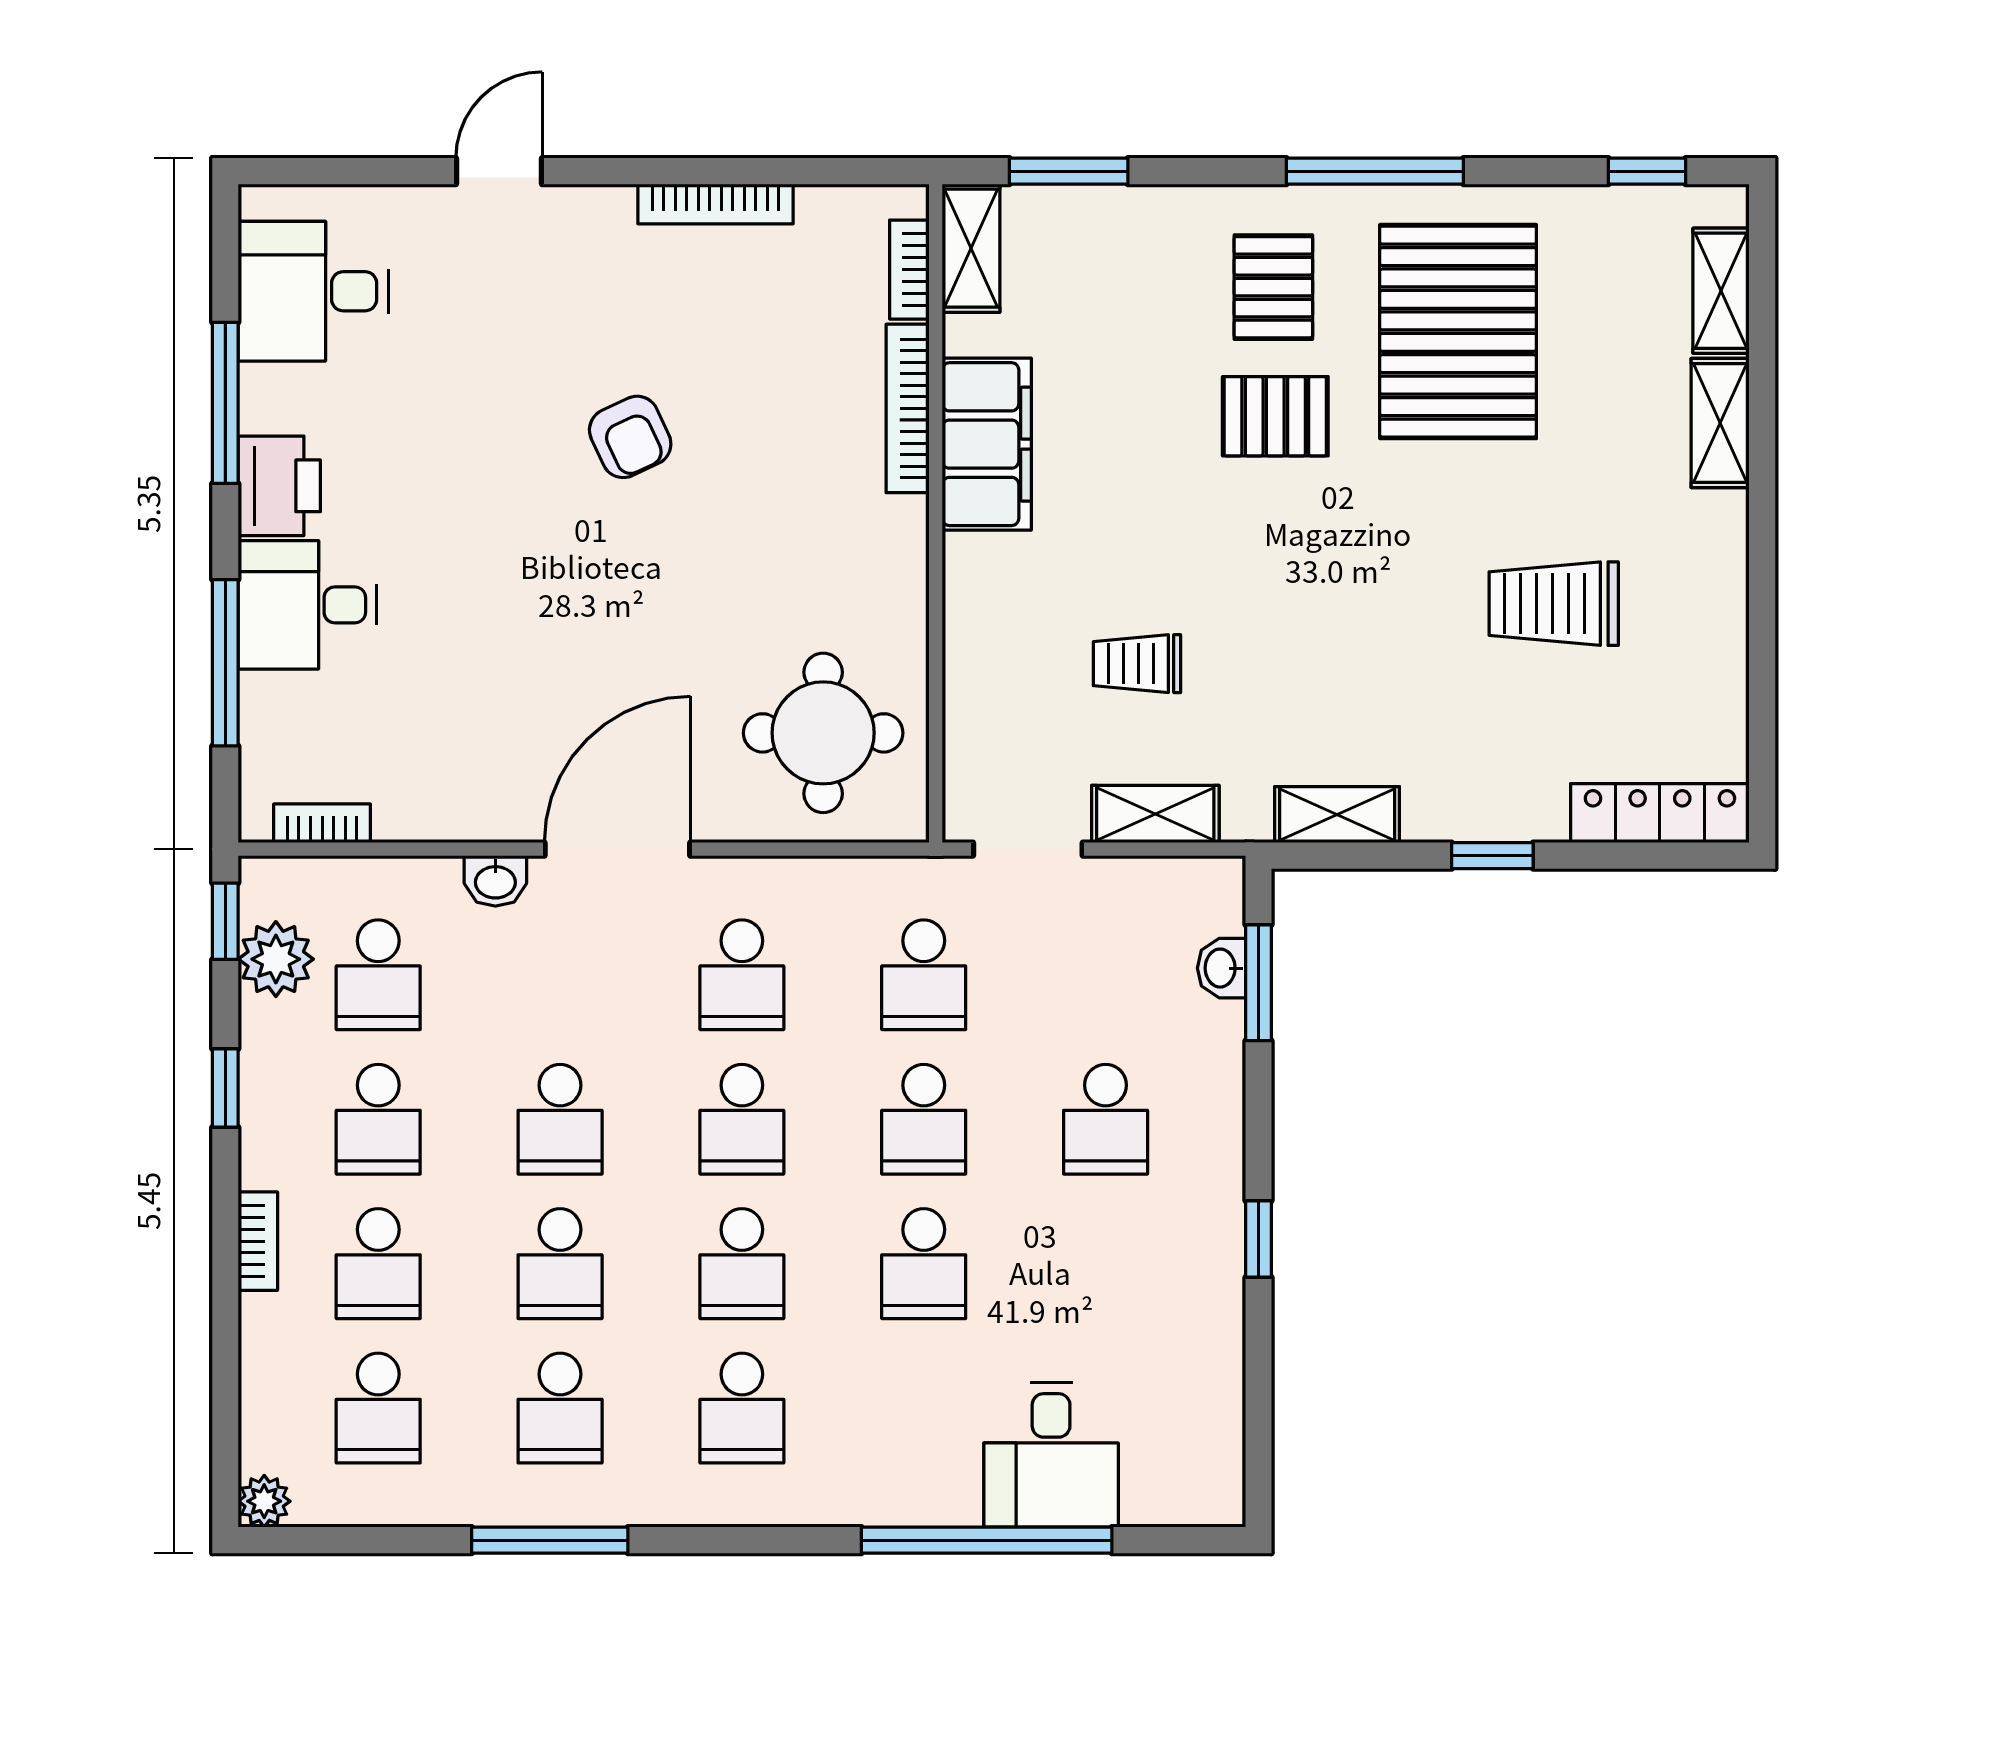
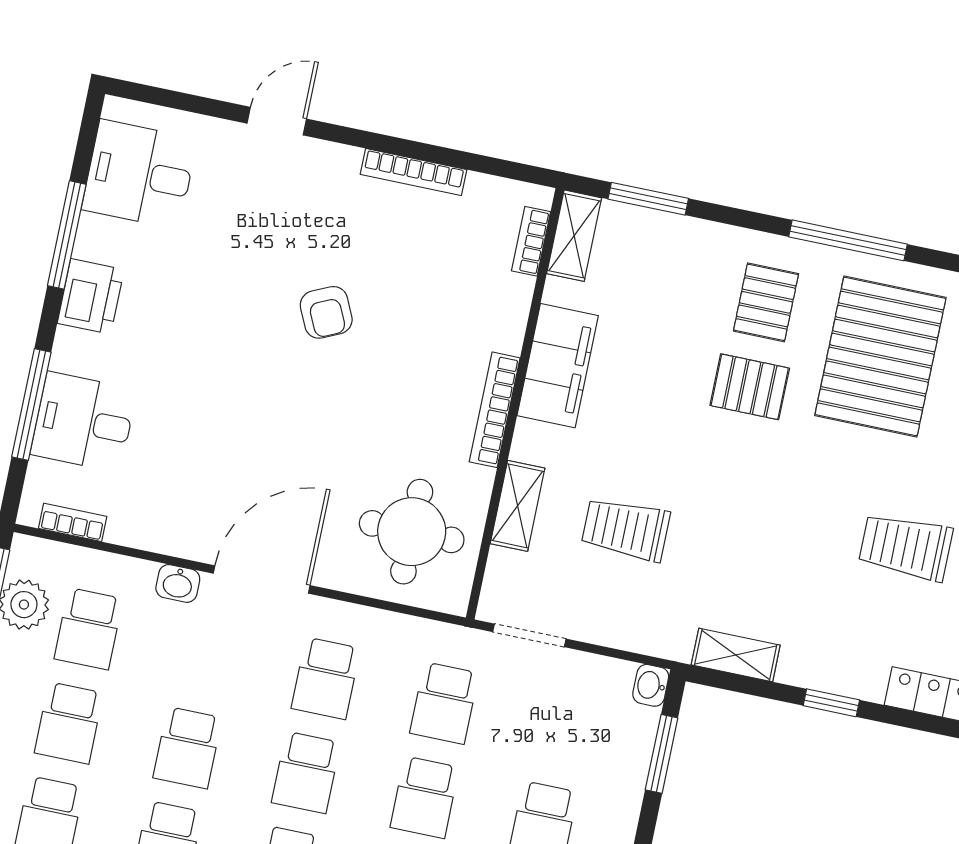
bookcase: (908, 408) -> (495, 410), moved
desk: (307, 605) -> (84, 422), moved
trolley: (1137, 664) -> (626, 529), width x1.36, depth x1.39
shelving: (1155, 814) -> (518, 506), moved, turned 90
washbasin: (1222, 968) -> (651, 685), moved

